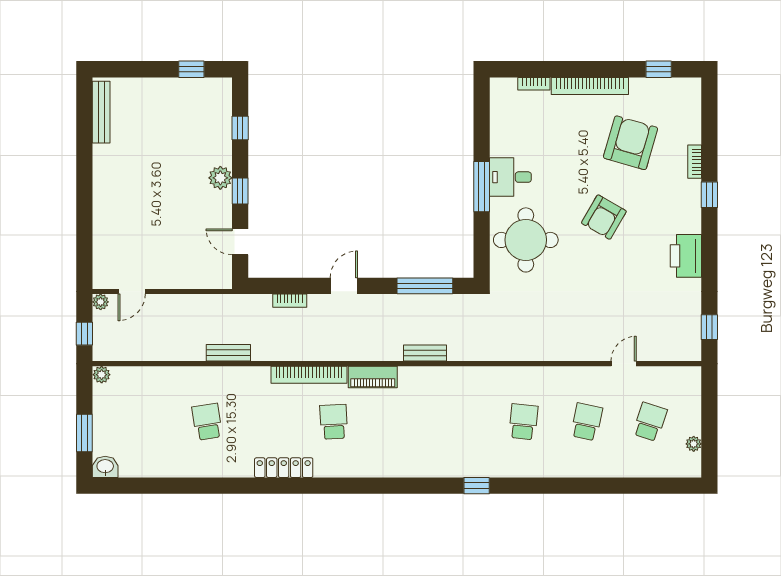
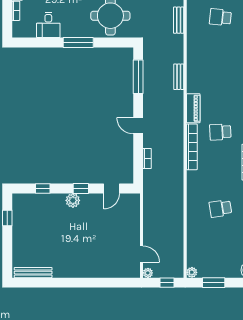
desk: (510, 177) -> (48, 25), moved
bench: (228, 353) -> (179, 20), moved
window: (84, 433) -> (214, 283), moved

